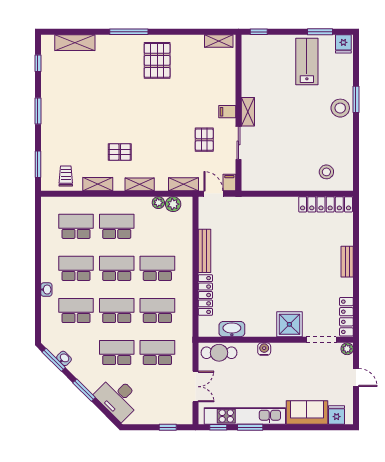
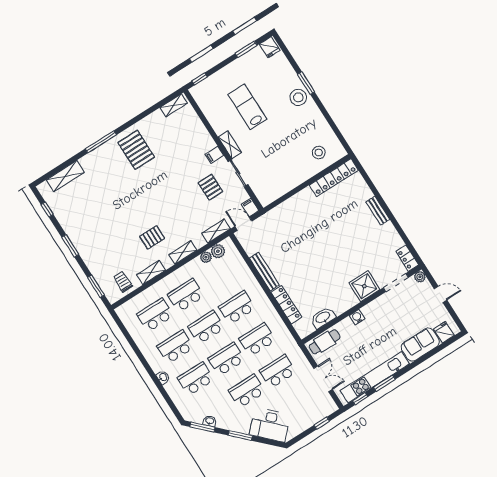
lab bench: (307, 62) -> (247, 107), moved
locker: (346, 317) -> (407, 258), width x0.66

